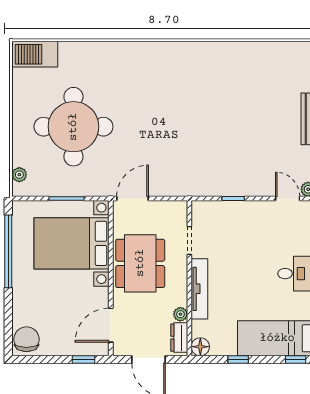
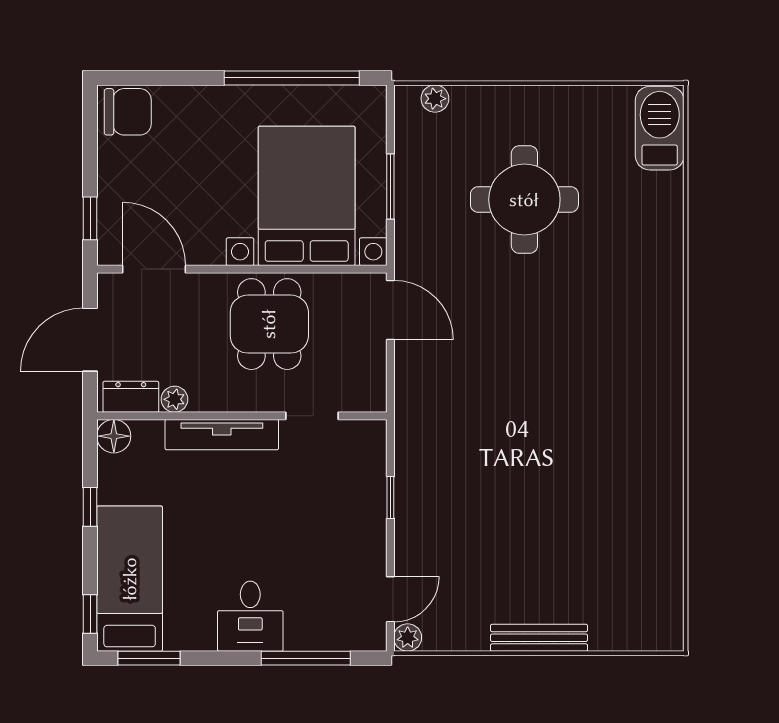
round table: (73, 127) -> (524, 200), width x0.73, depth x0.73
dining table: (140, 263) -> (269, 324), width x0.73

